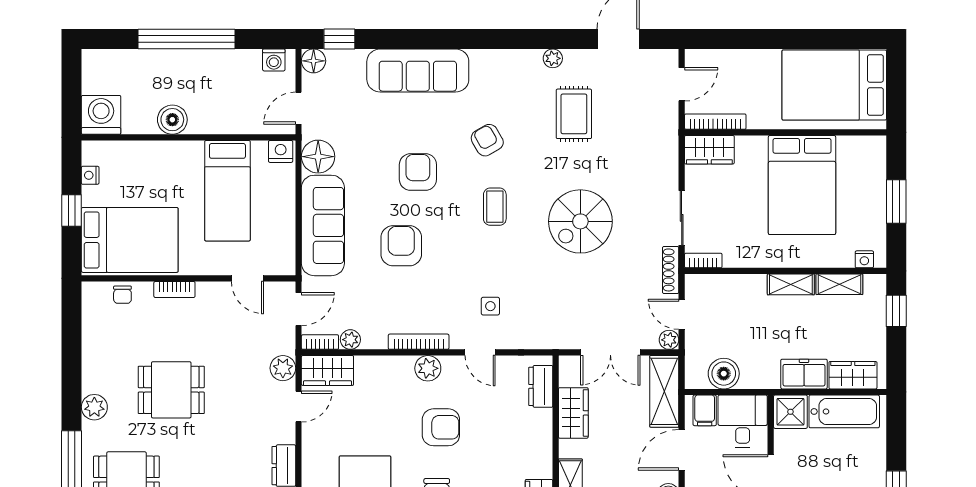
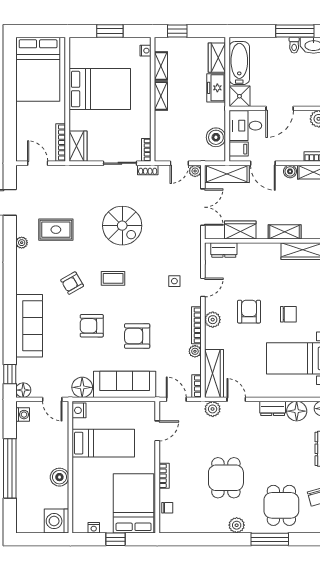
shoe rack: (671, 270) -> (148, 170), width x0.70
plant: (350, 340) -> (195, 351), moved
wardrobe: (327, 370) -> (214, 373), width x1.50

